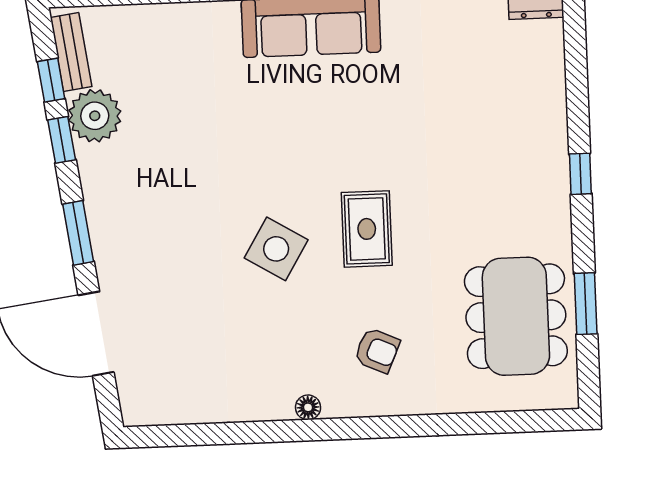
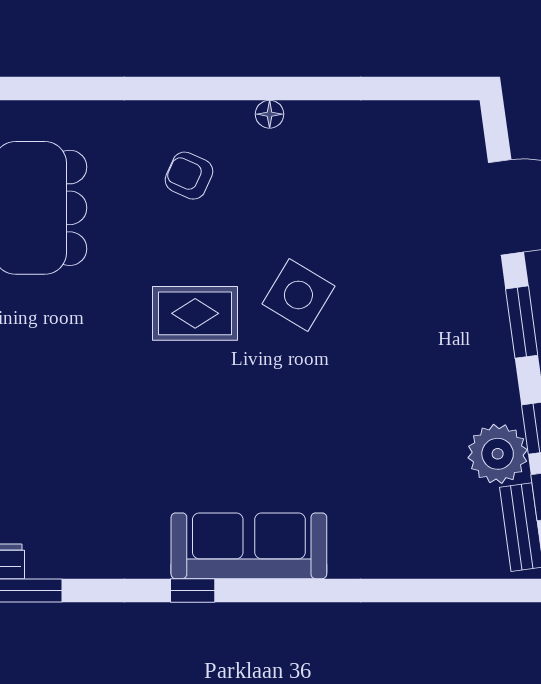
rug: (367, 229) -> (195, 313), turned 90

